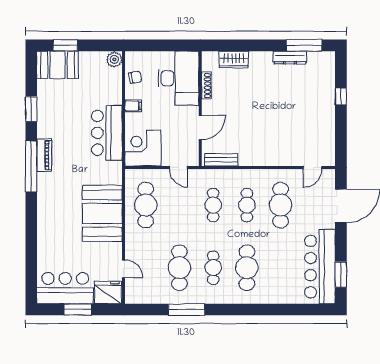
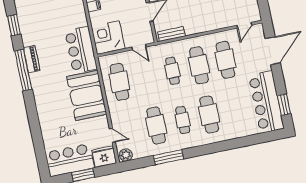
bar counter: (107, 133) -> (81, 50), moved
cafe table: (247, 205) -> (199, 65), width x1.37, depth x1.35
plant: (135, 296) -> (126, 155), added

